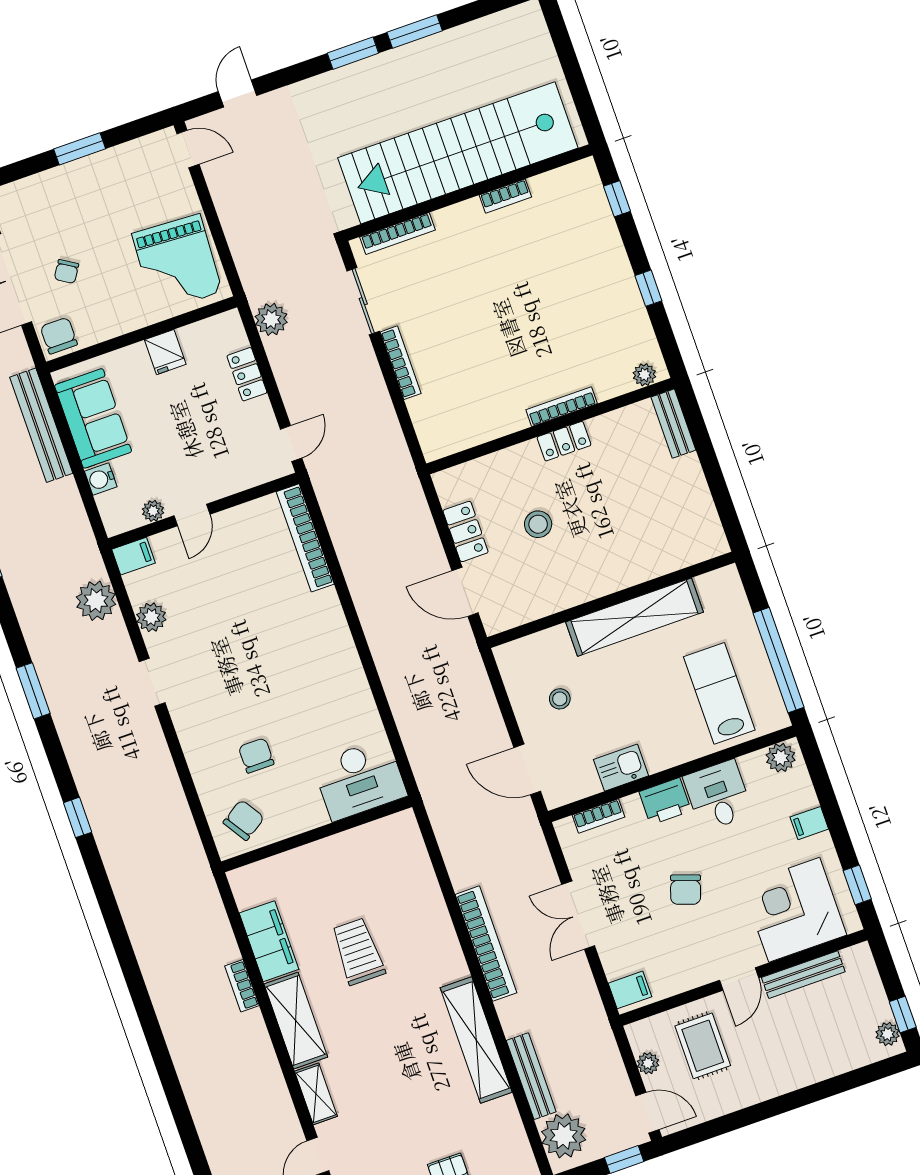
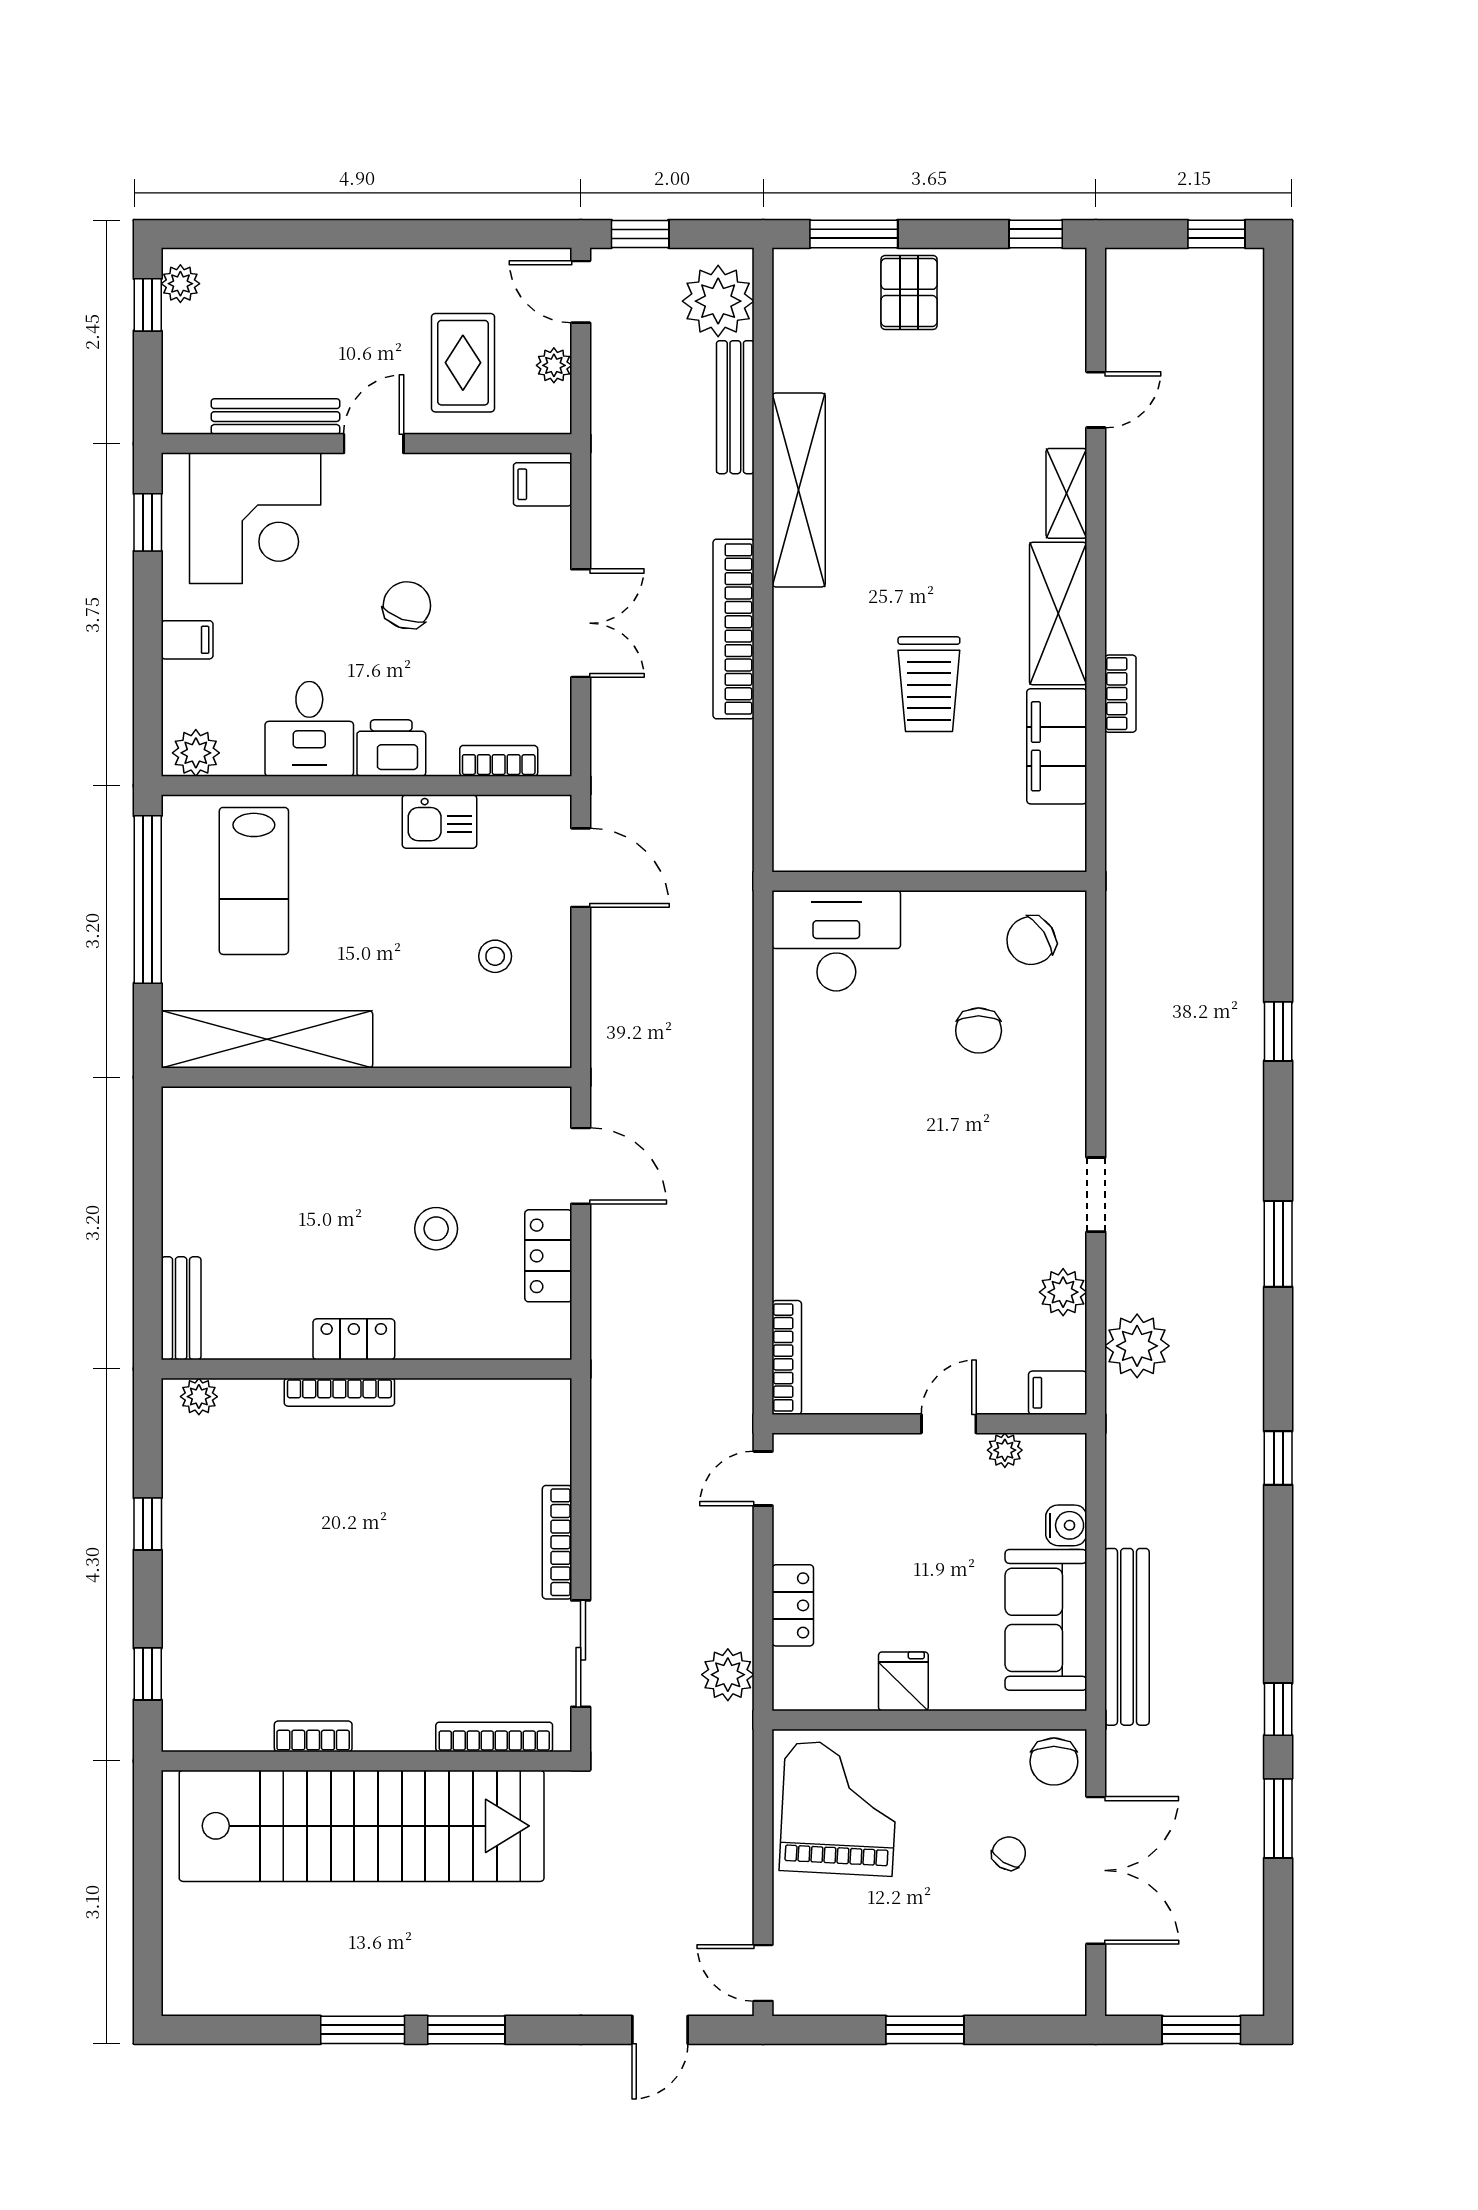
bookcase: (305, 538) -> (787, 1357), width x0.68, depth x0.76
shelving: (635, 617) -> (267, 1039), moved

